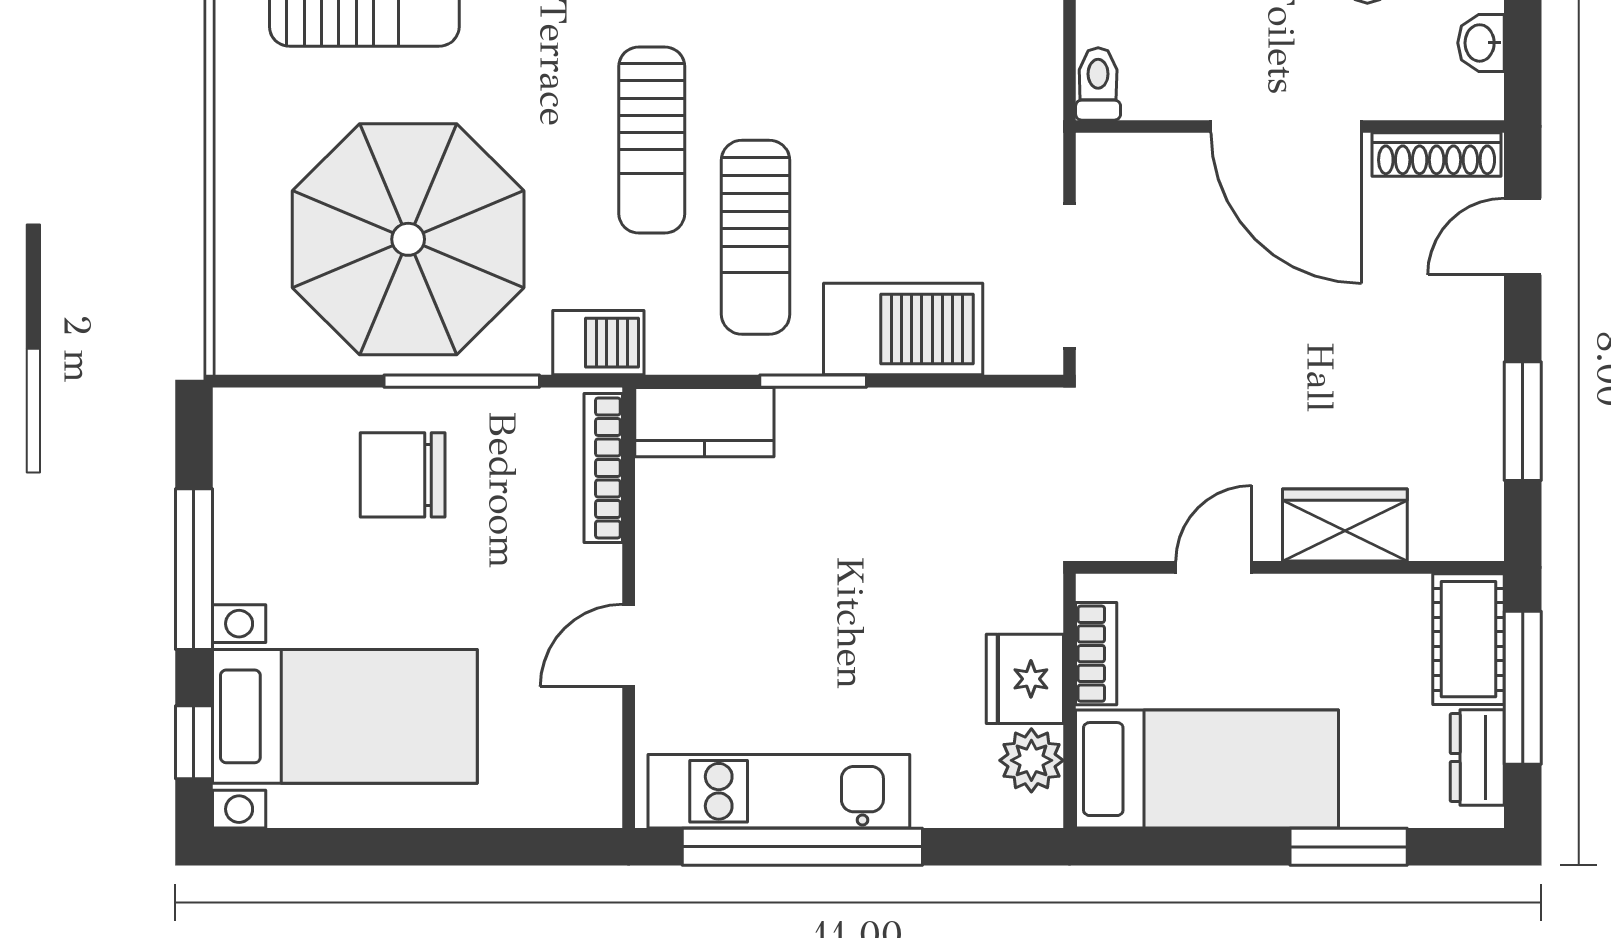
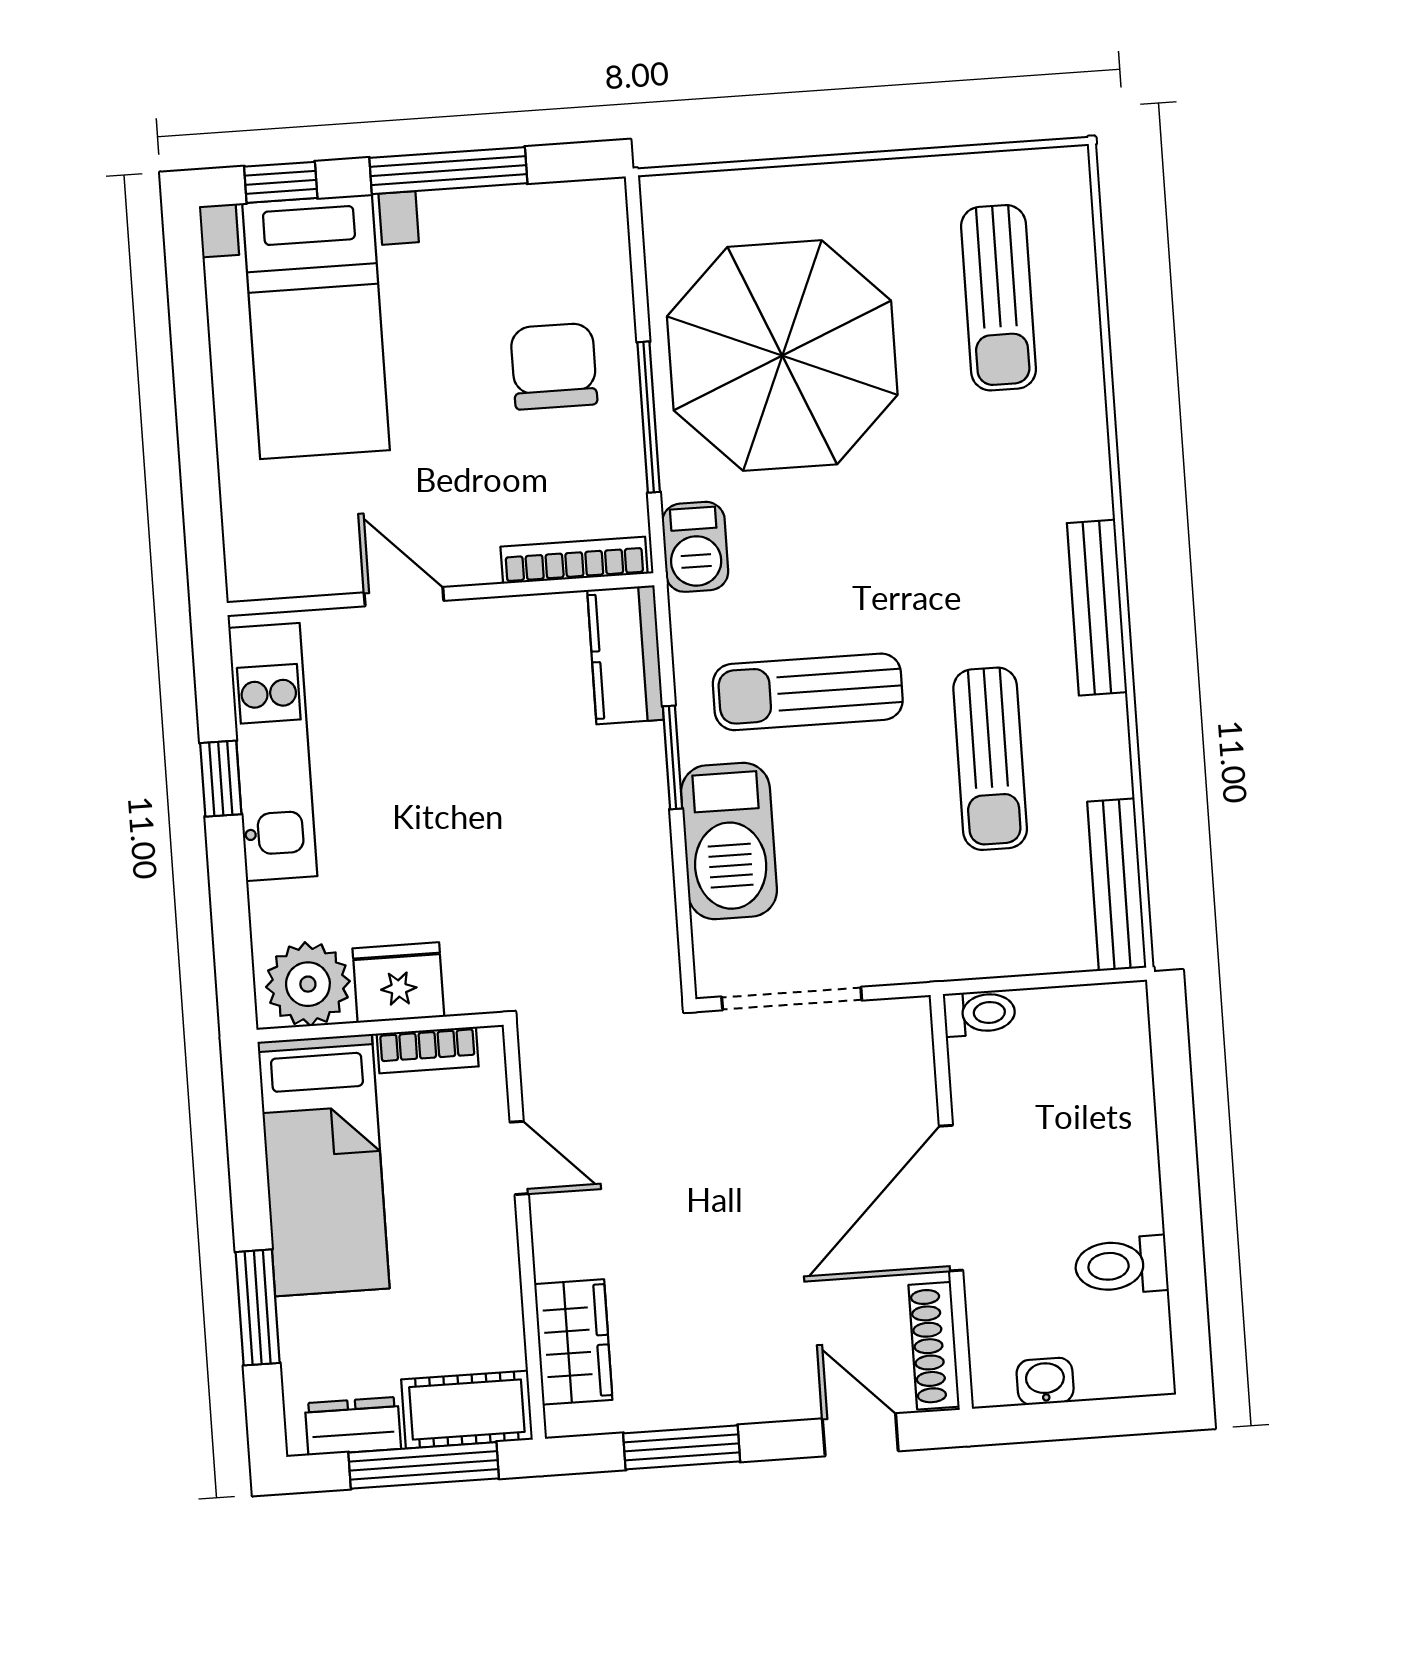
sun lounger: (652, 140) -> (990, 759), moved, turned -90
wardrobe: (1345, 525) -> (573, 1342), moved
plant: (1031, 760) -> (308, 984), width x1.36, depth x1.36
window: (802, 847) -> (221, 779), width x0.32

